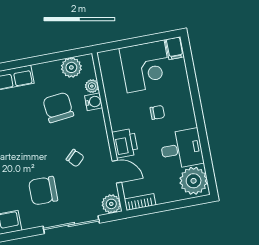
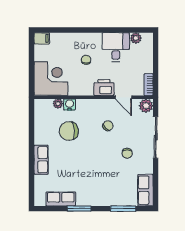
corner desk: (146, 66) -> (51, 79), moved
plant: (71, 67) -> (42, 116), removed
door: (117, 172) -> (123, 97), swing flipped
plant: (194, 181) -> (136, 38), width x0.53, depth x0.53
chair: (43, 191) -> (127, 153), width x0.54, depth x0.54

